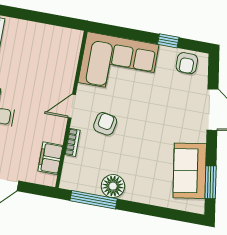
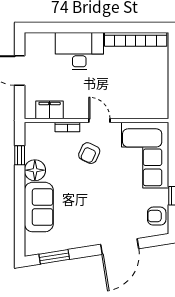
armchair: (105, 124) -> (89, 153), turned 104
sofa: (190, 171) -> (39, 207), moved, turned 99
window: (94, 200) -> (20, 155), width x0.46

